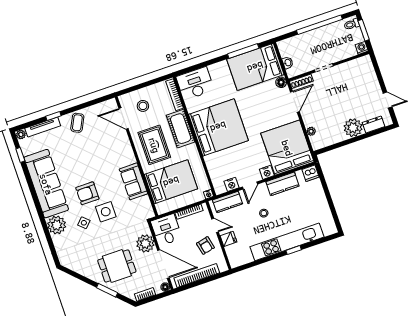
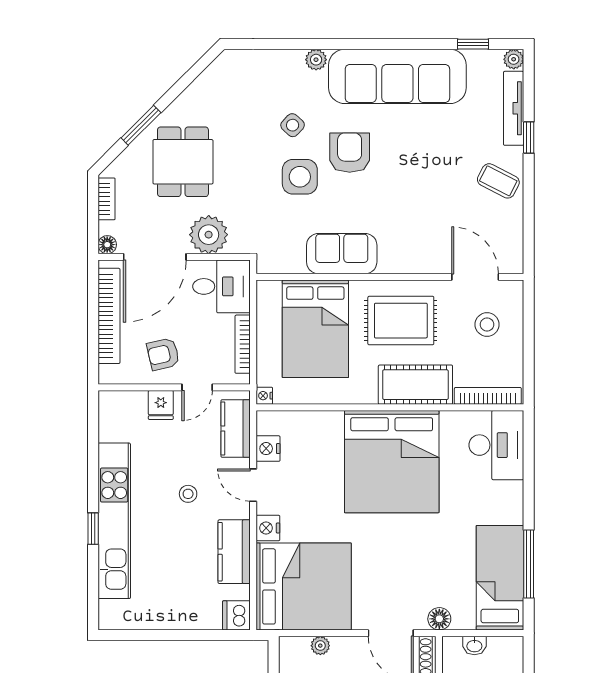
bed: (255, 67) -> (500, 578), width x0.67
door: (124, 118) -> (475, 277), hinge flipped
plant: (57, 225) -> (316, 60), width x0.53, depth x0.53

